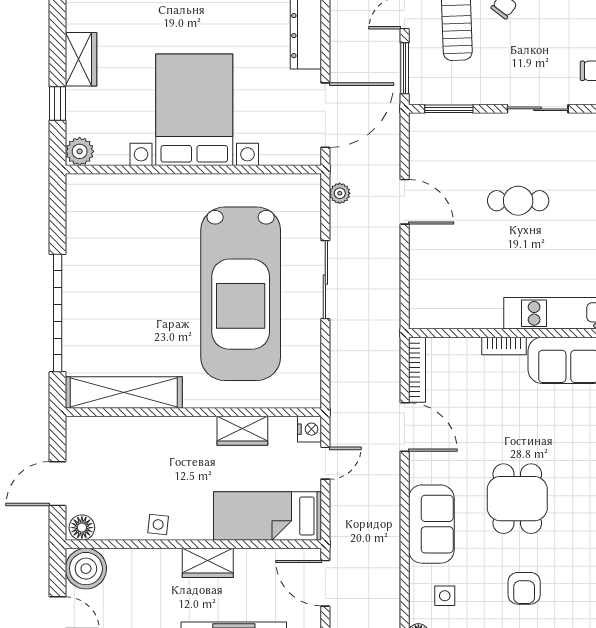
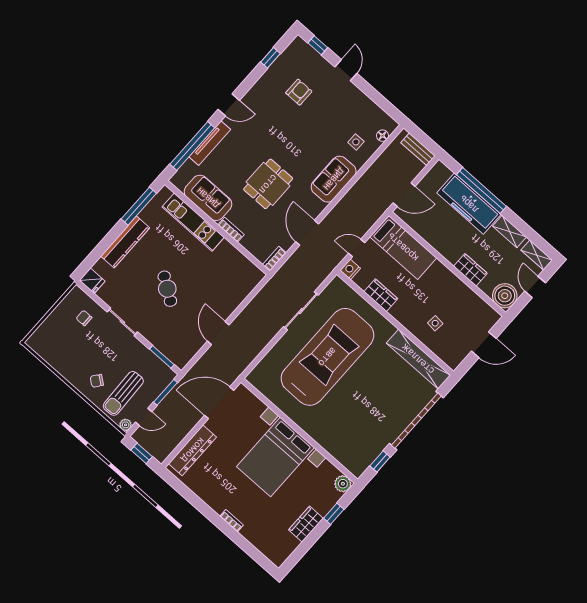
plant: (340, 193) -> (244, 362), removed
cafe table: (518, 201) -> (167, 289), turned 34
window: (58, 221) -> (380, 462), added
sliding door: (325, 280) -> (301, 311), moved
bookcase: (417, 370) -> (274, 259), width x0.64
dining table: (517, 499) -> (268, 184), moved
side table: (158, 524) -> (435, 323), moved
floor lamp: (82, 528) -> (490, 316), removed
wardrobe: (208, 563) -> (470, 270), moved
door: (325, 583) -> (404, 195), hinge flipped
armchair: (524, 588) -> (299, 92), moved

